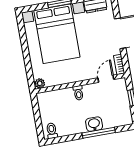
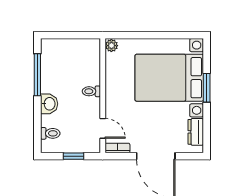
toilet: (52, 131) -> (50, 133), moved
window: (99, 133) -> (37, 75), moved

